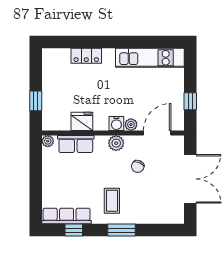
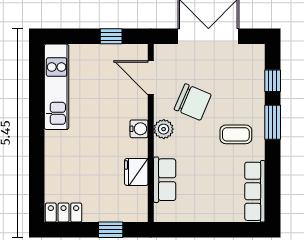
locker: (86, 56) -> (64, 213), moved, turned -90
plant: (131, 125) -> (140, 111), removed
plant: (48, 141) -> (161, 215), removed
chair: (138, 166) -> (193, 102), width x1.87, depth x1.87
window: (74, 230) -> (273, 81), moved

